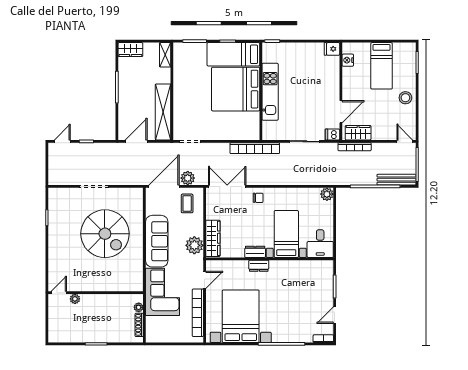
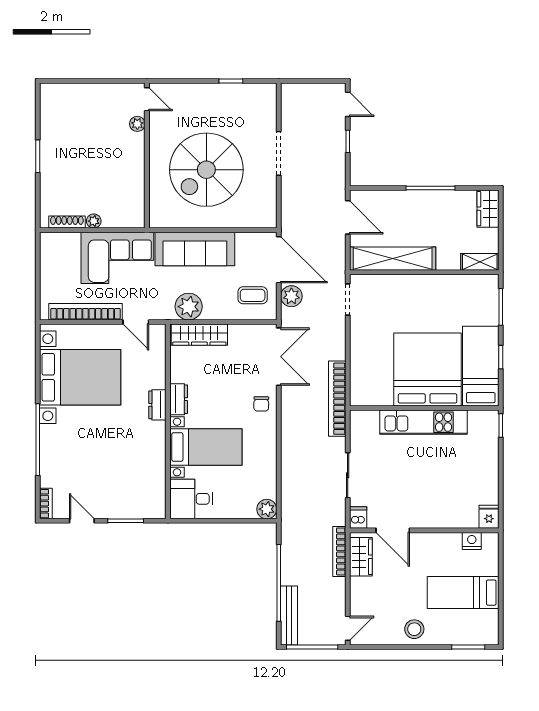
door: (59, 293) -> (147, 99), moved
wall: (96, 293) -> (147, 156), moved
plant: (75, 299) -> (137, 124), moved

